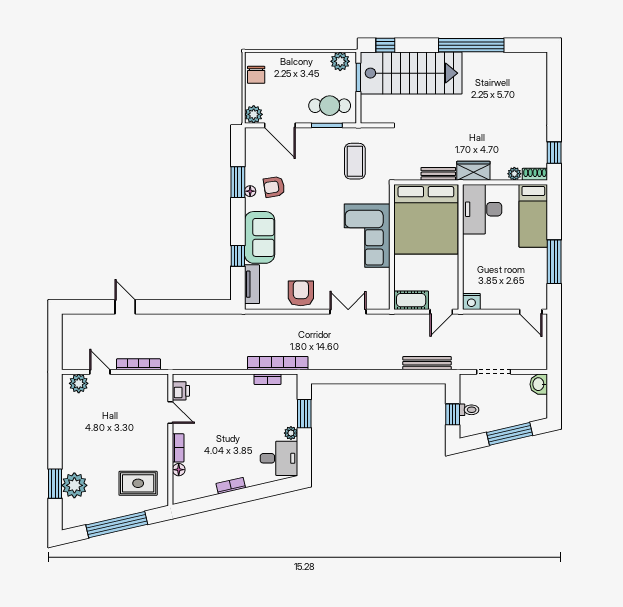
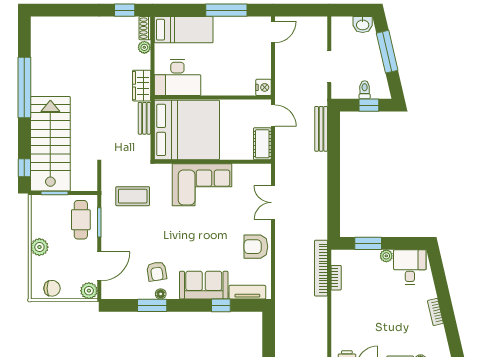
plant: (340, 61) -> (39, 247), moved
washbasin: (539, 384) -> (363, 25), moved

